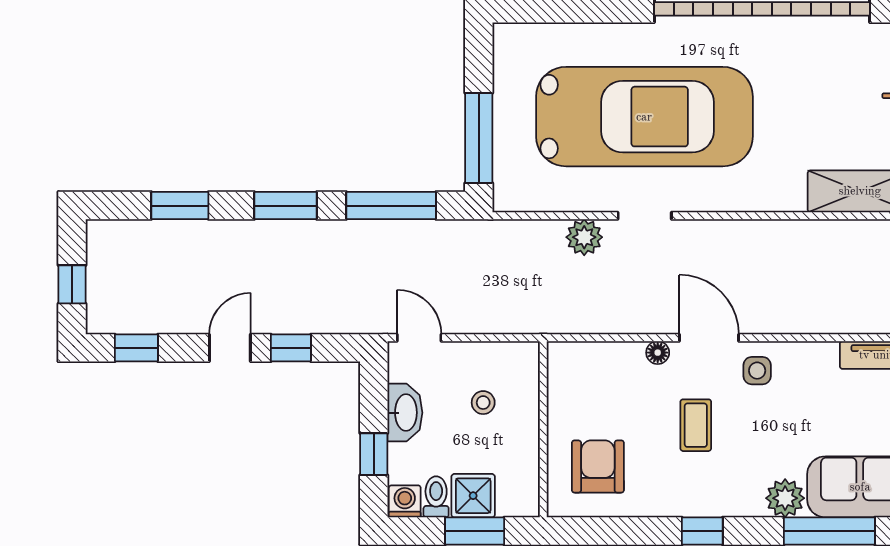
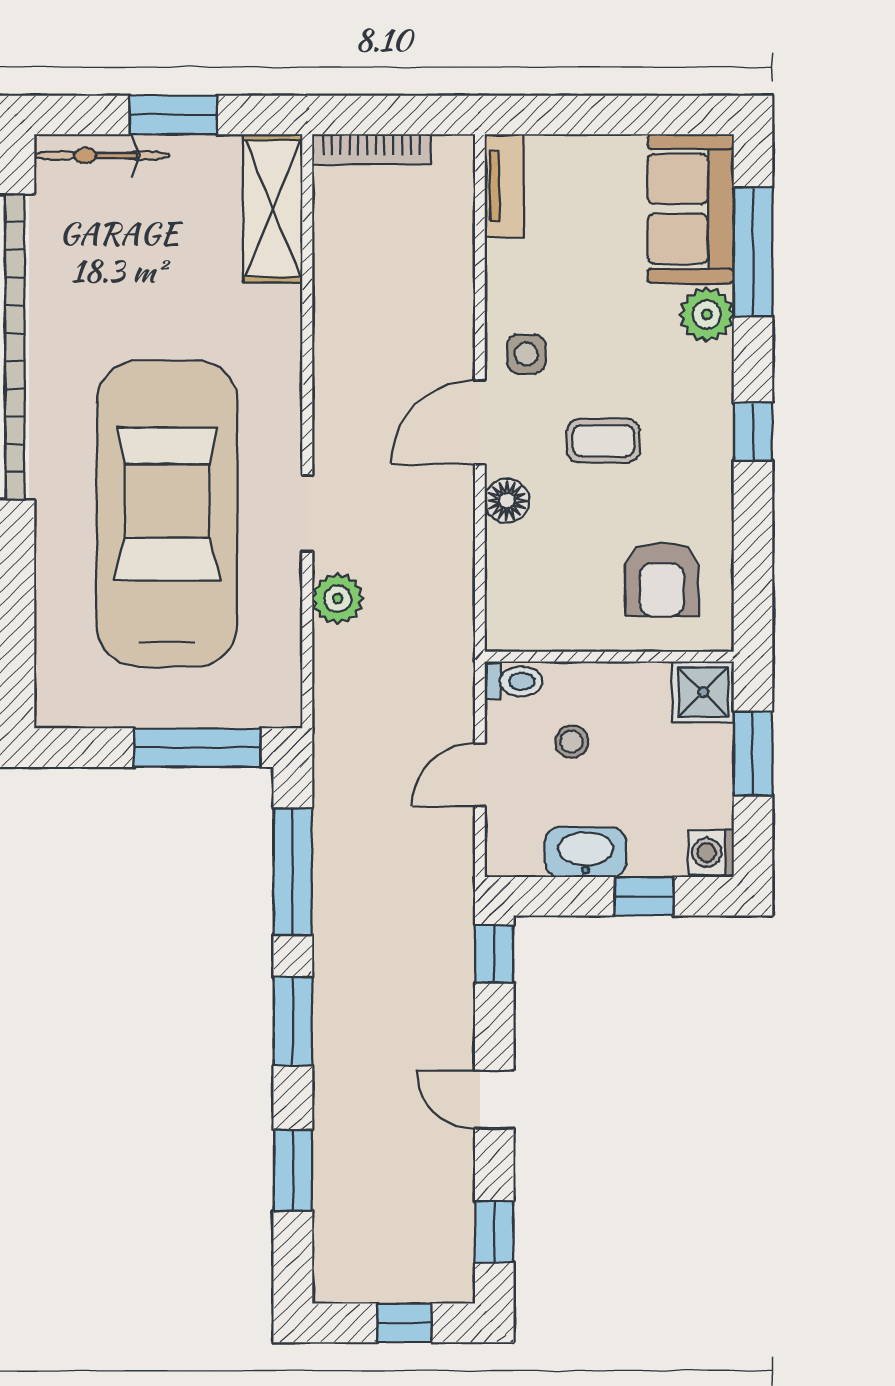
door: (419, 338) -> (480, 775), moved
window: (291, 348) -> (494, 954), moved
floor lamp: (658, 353) -> (507, 501), width x1.37, depth x1.37
armchair: (598, 466) -> (662, 579), turned -90
shower: (473, 496) -> (703, 692), moved
toilet: (436, 497) -> (514, 681), moved, turned 180

